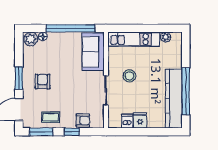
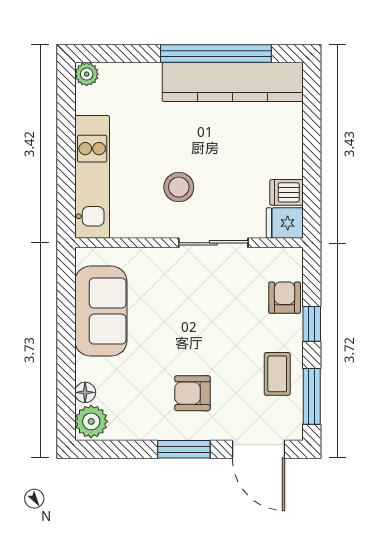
window: (71, 28) -> (66, 327), removed
plant: (166, 37) -> (87, 74), moved
sofa: (93, 52) -> (101, 311), moved, turned -90
fridge: (140, 120) -> (285, 223), moved

